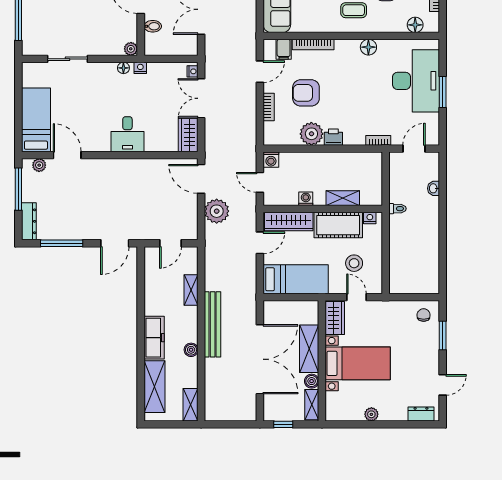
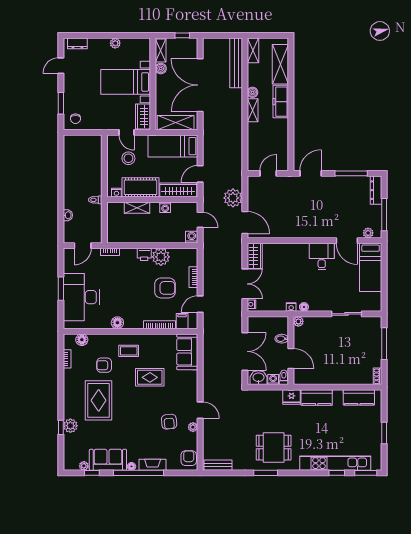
desk: (127, 134) -> (322, 256), moved
shelving: (191, 290) -> (253, 110), moved
bench: (213, 324) -> (236, 63), moved
shelving: (309, 349) -> (176, 123), moved, turned 90

